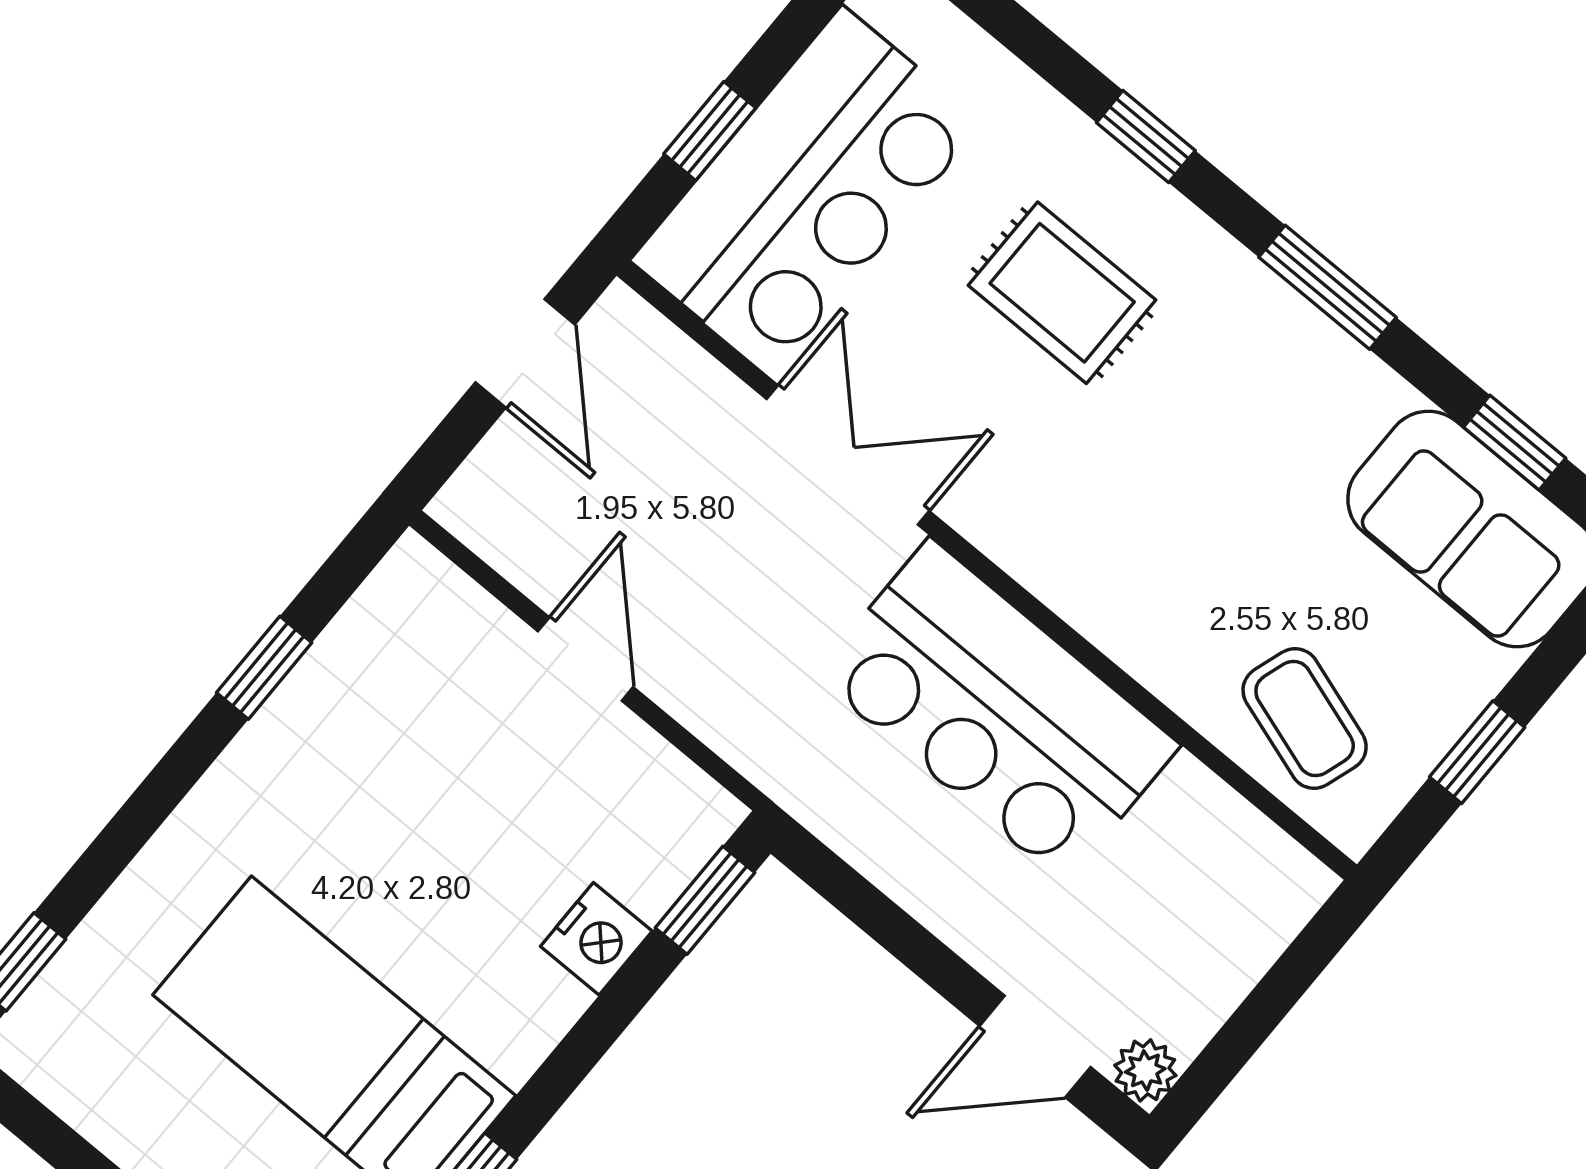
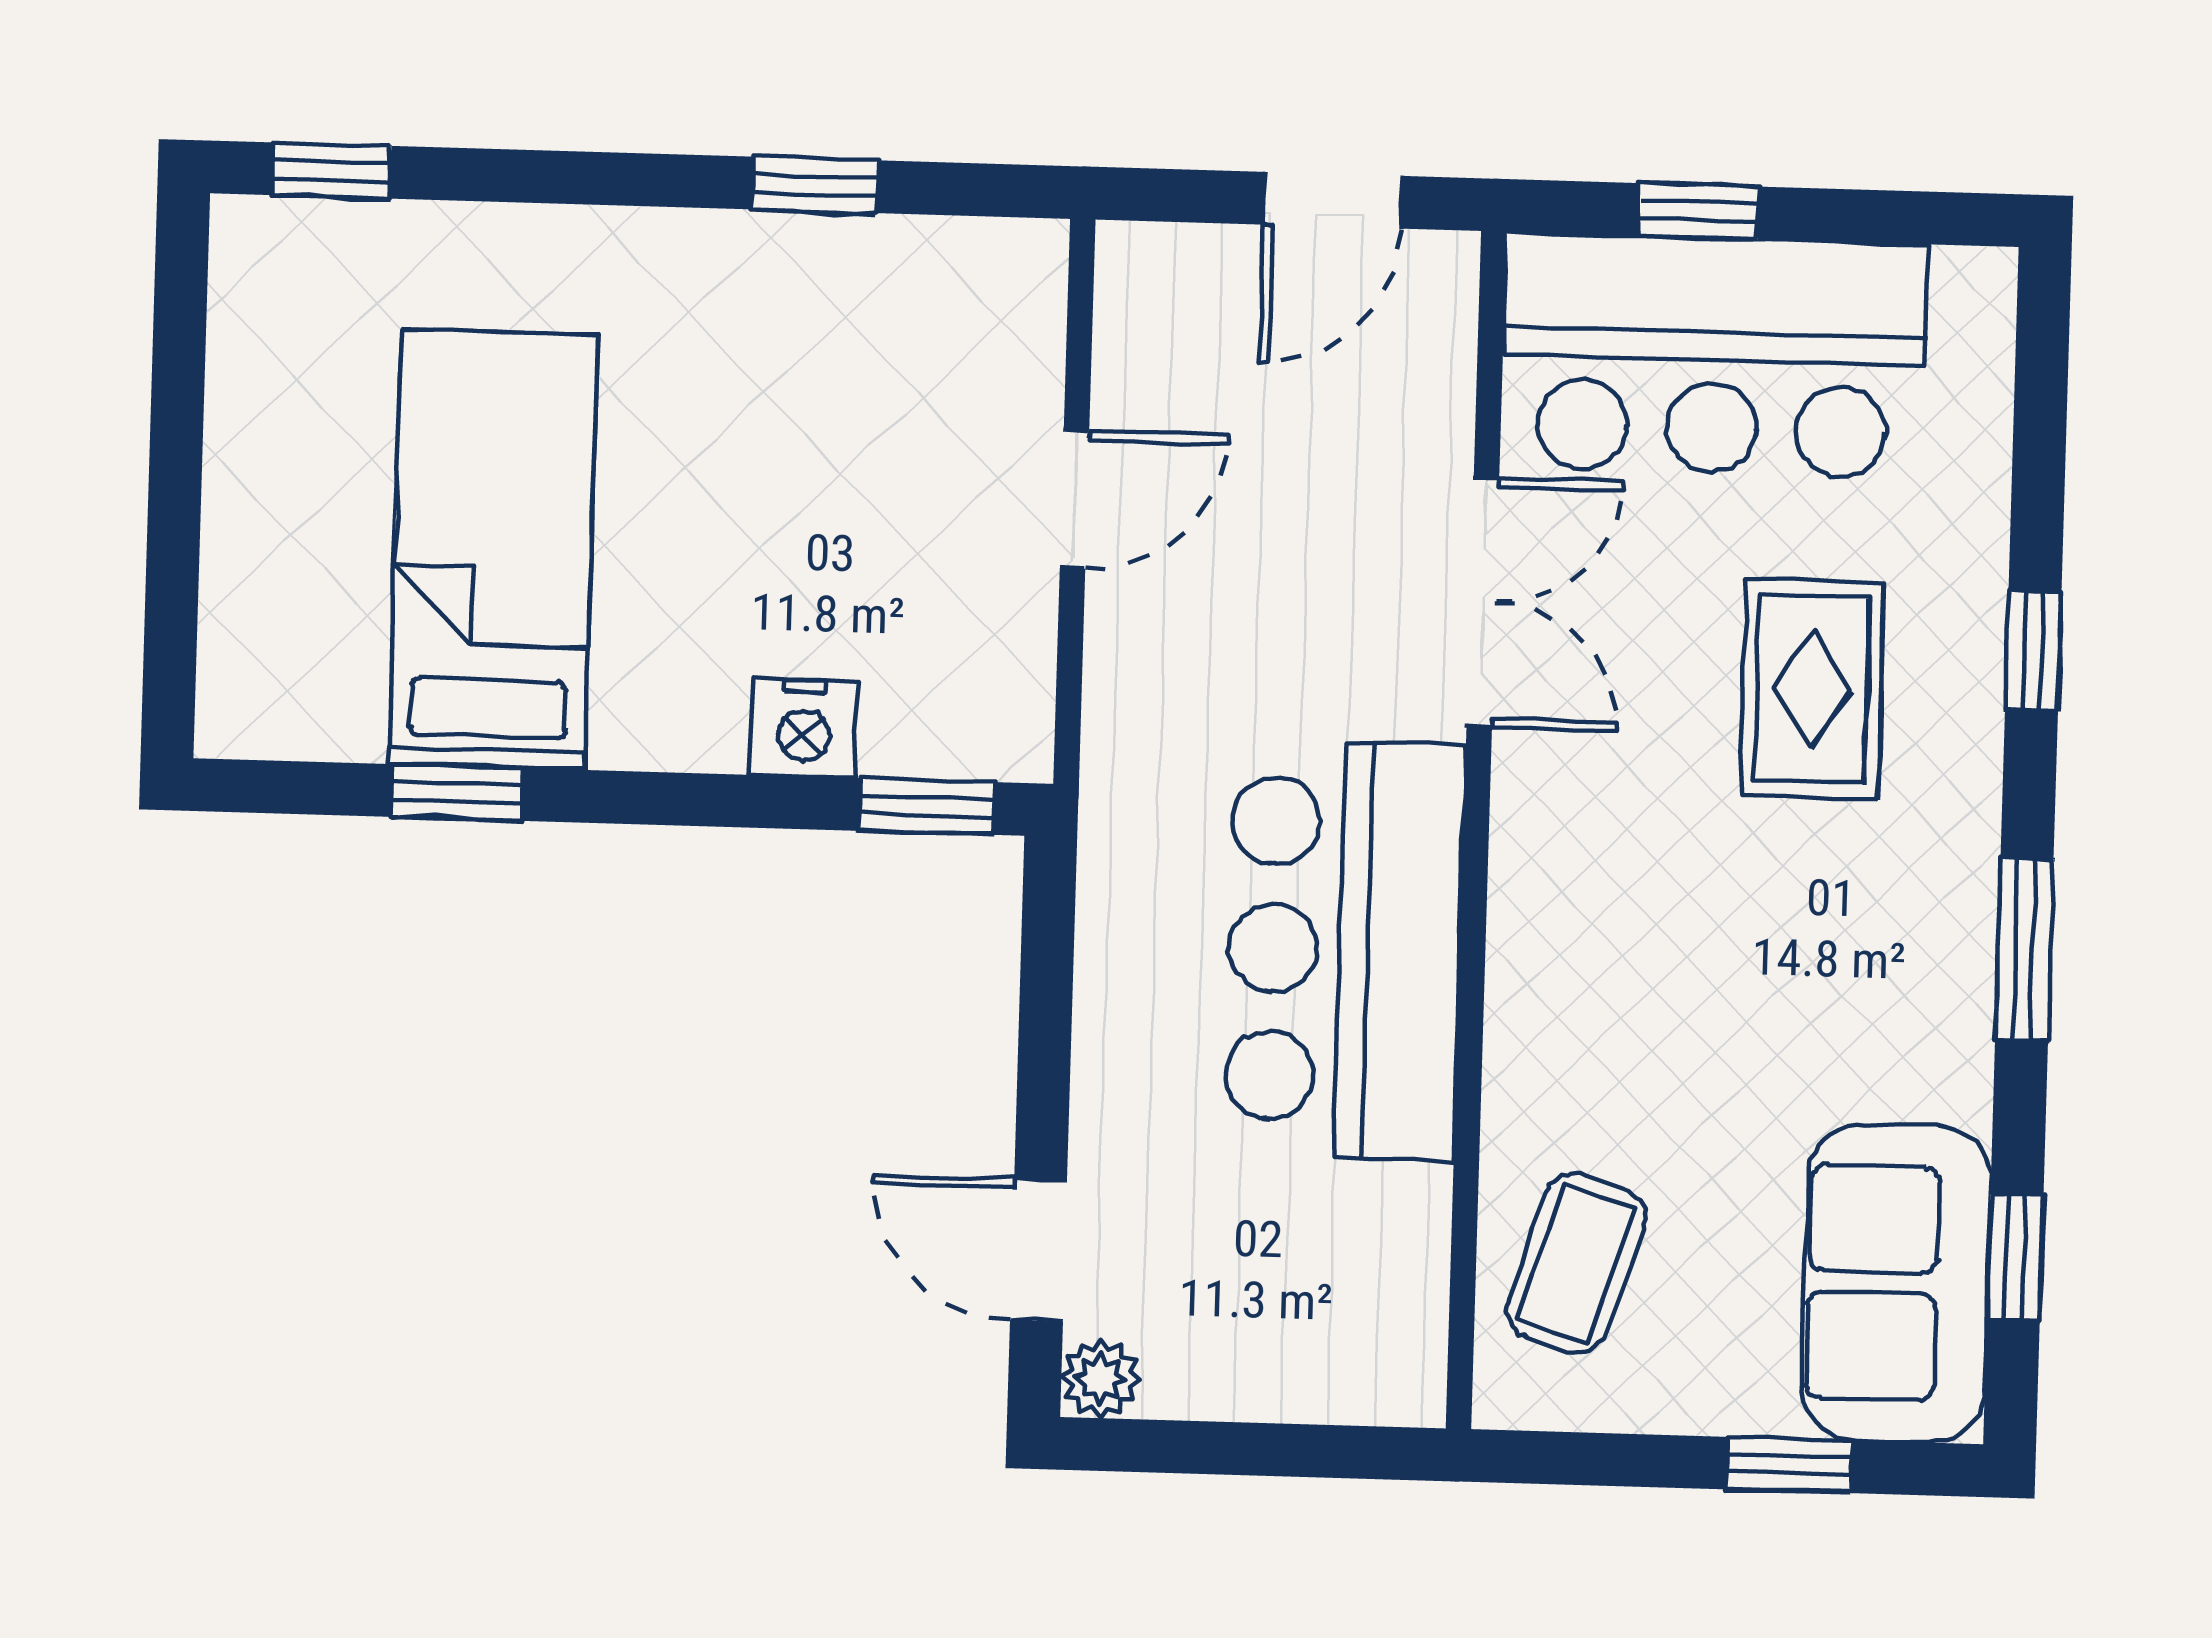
window: (1477, 752) -> (1789, 1465), moved

